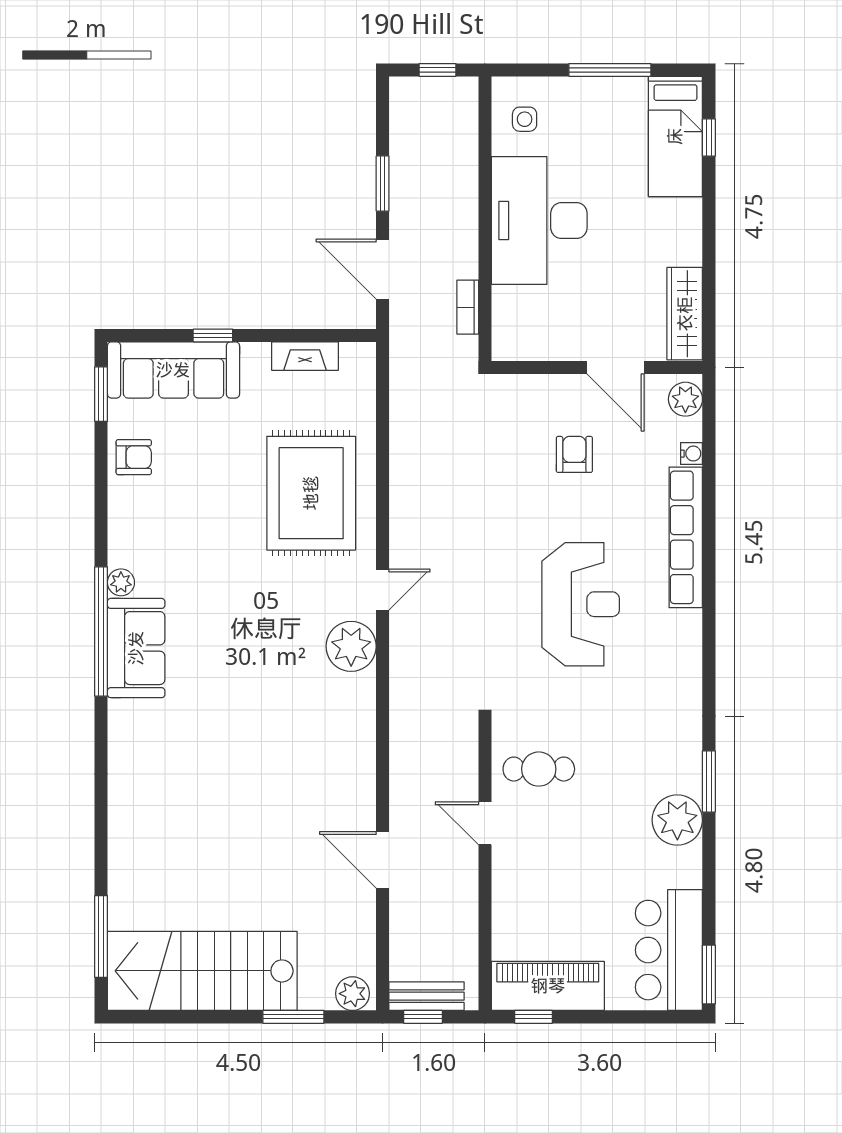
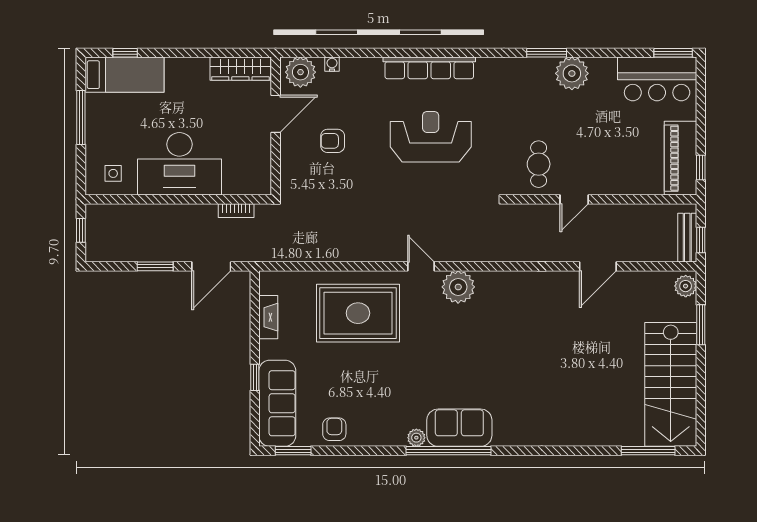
plant: (685, 399) -> (300, 72), width x1.36, depth x1.36
row of seats: (686, 537) -> (429, 68), moved

